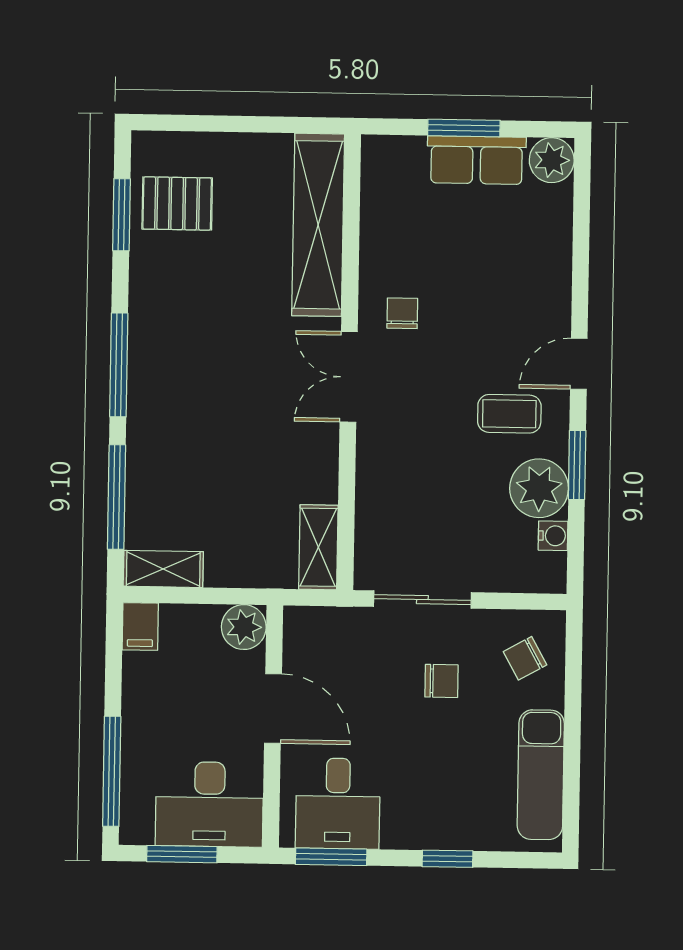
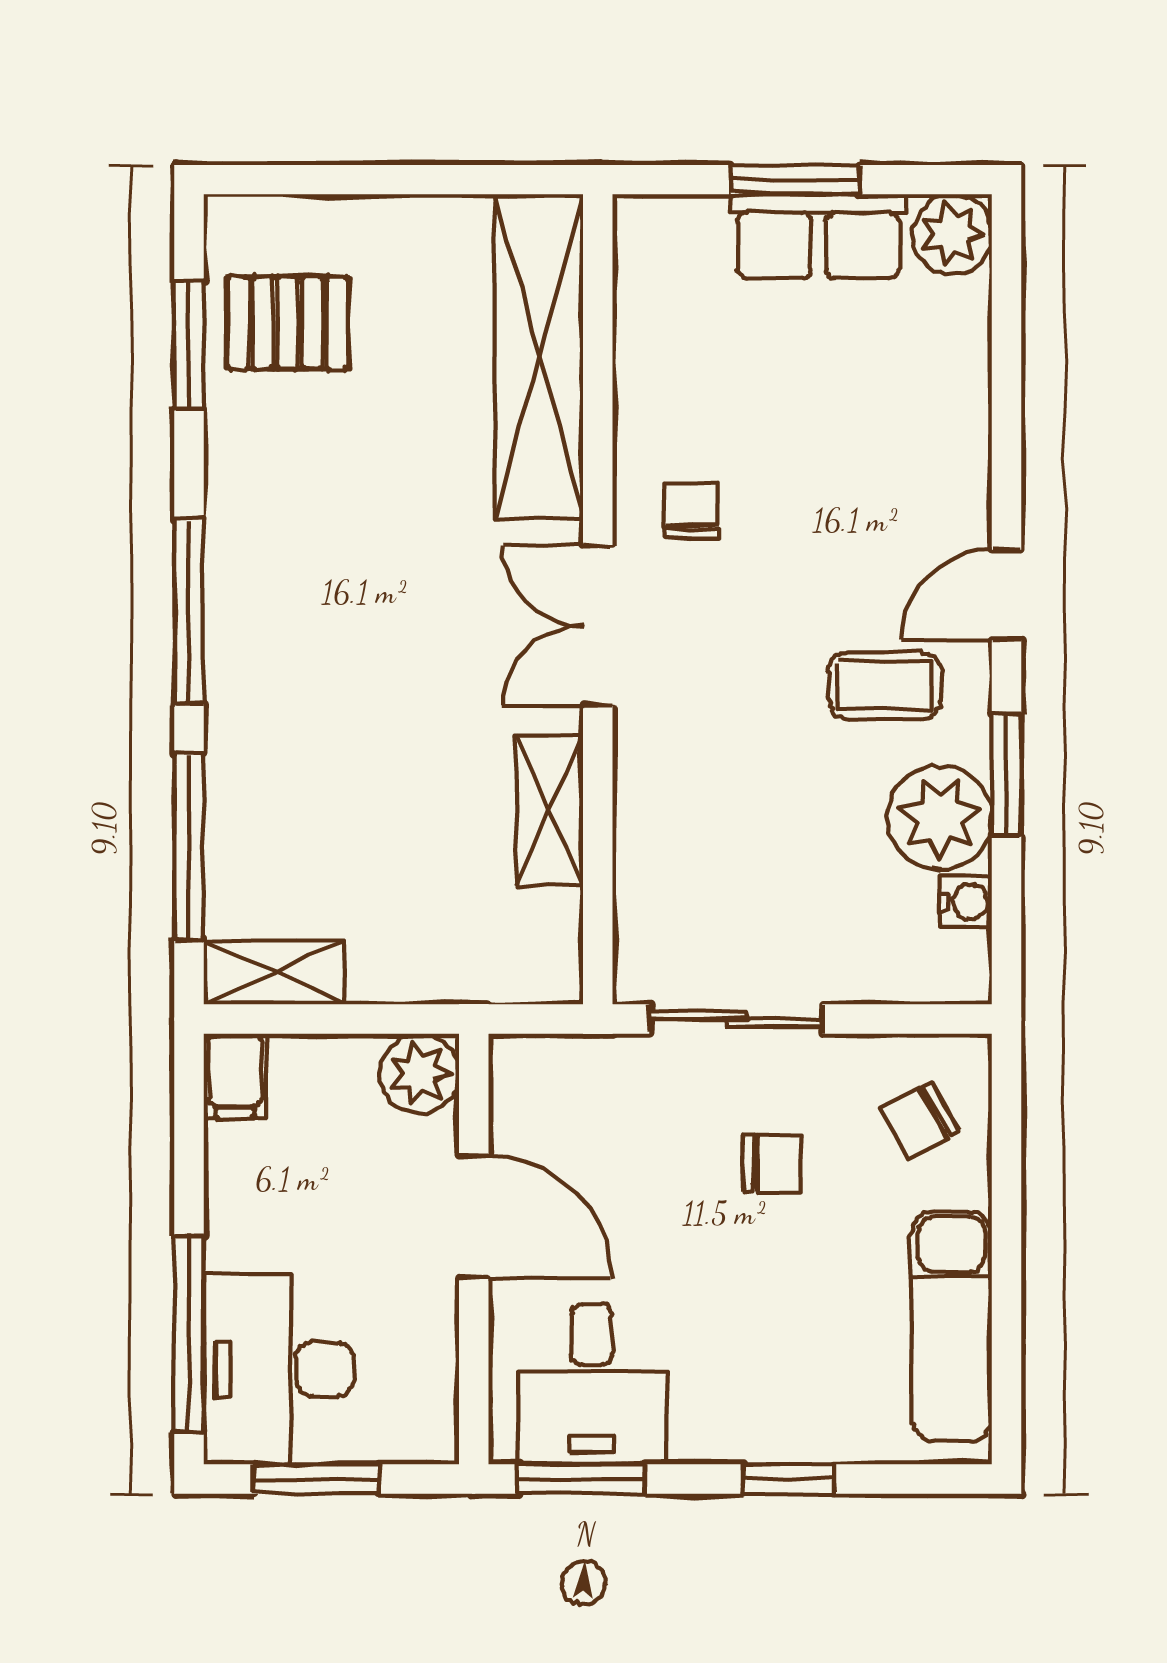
shelving: (318, 547) -> (549, 811), moved
desk: (209, 804) -> (278, 1369), moved, turned 90

